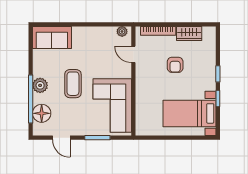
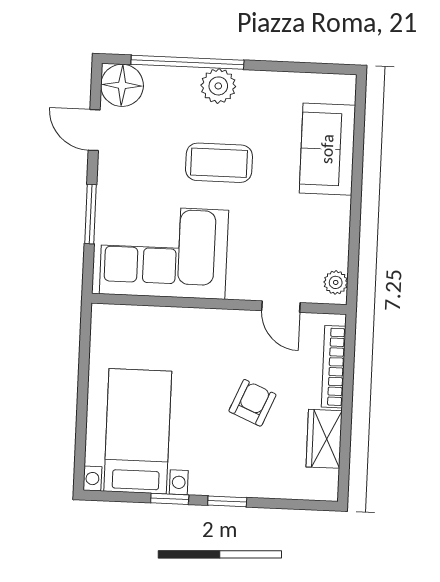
sofa: (52, 37) -> (327, 149), moved
door: (133, 54) -> (281, 307), swing flipped
armchair: (175, 65) -> (252, 403), turned 113
floor lamp: (42, 113) -> (122, 85), moved
door: (61, 138) -> (94, 130), hinge flipped

